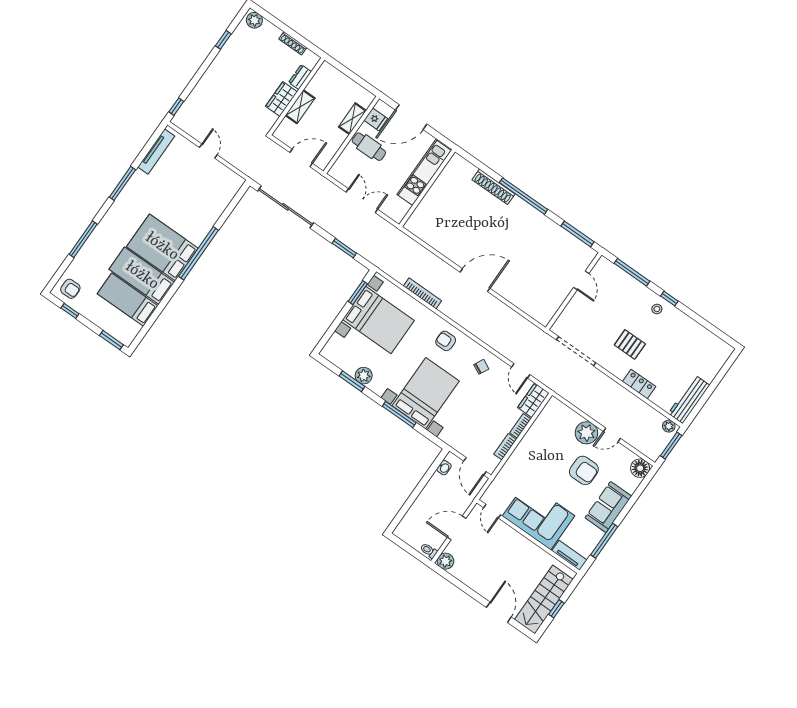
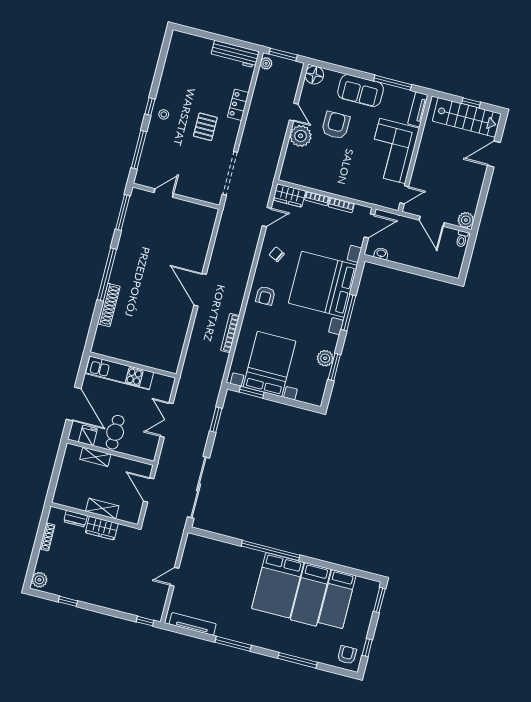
bed with nightstands: (426, 393) -> (323, 284), width x1.36

